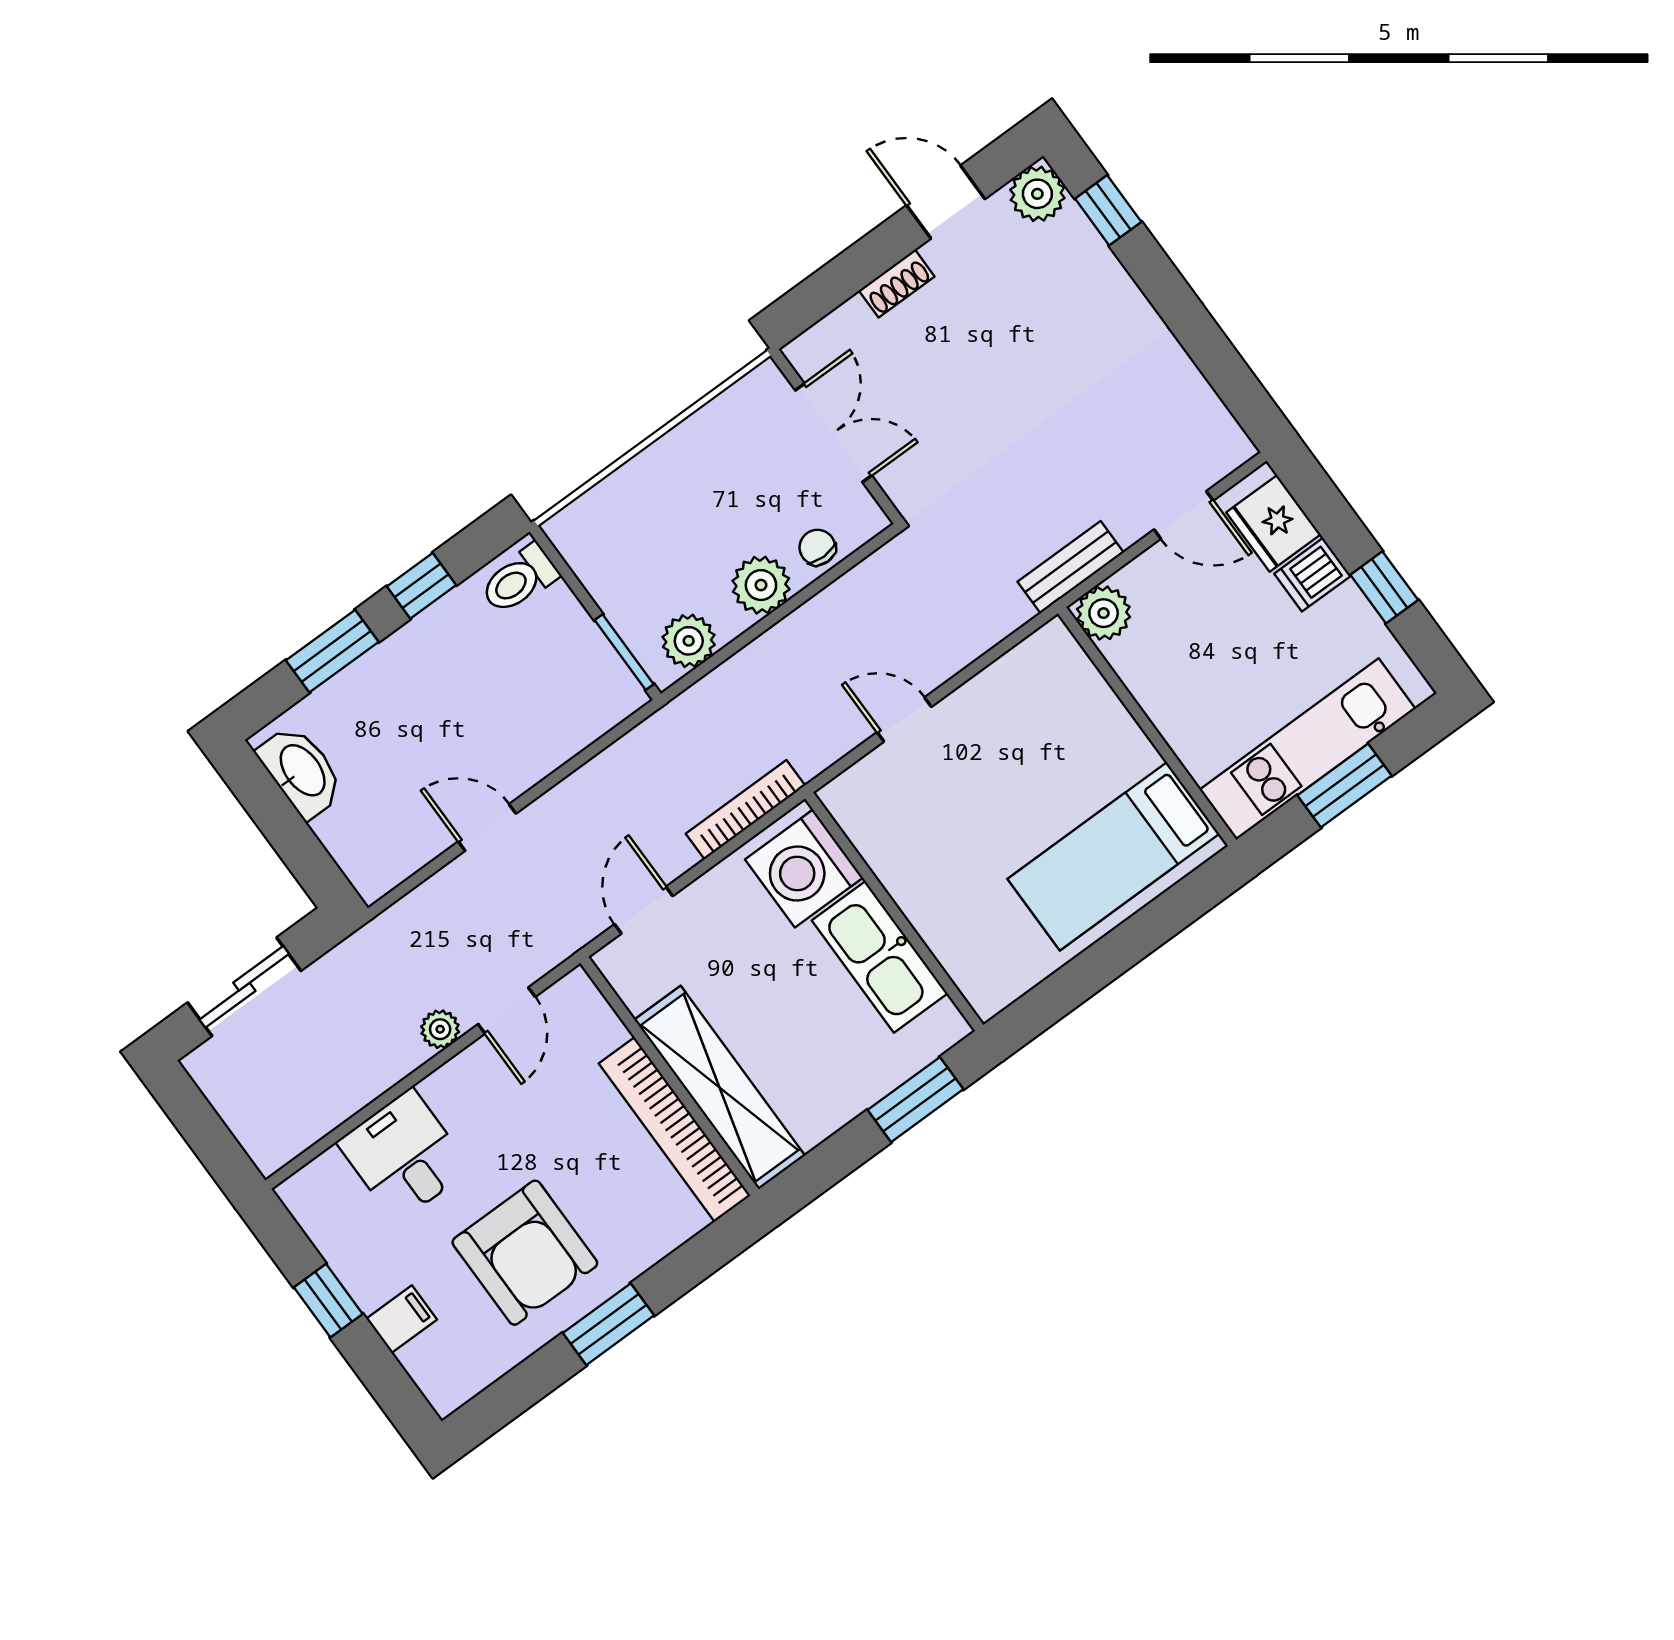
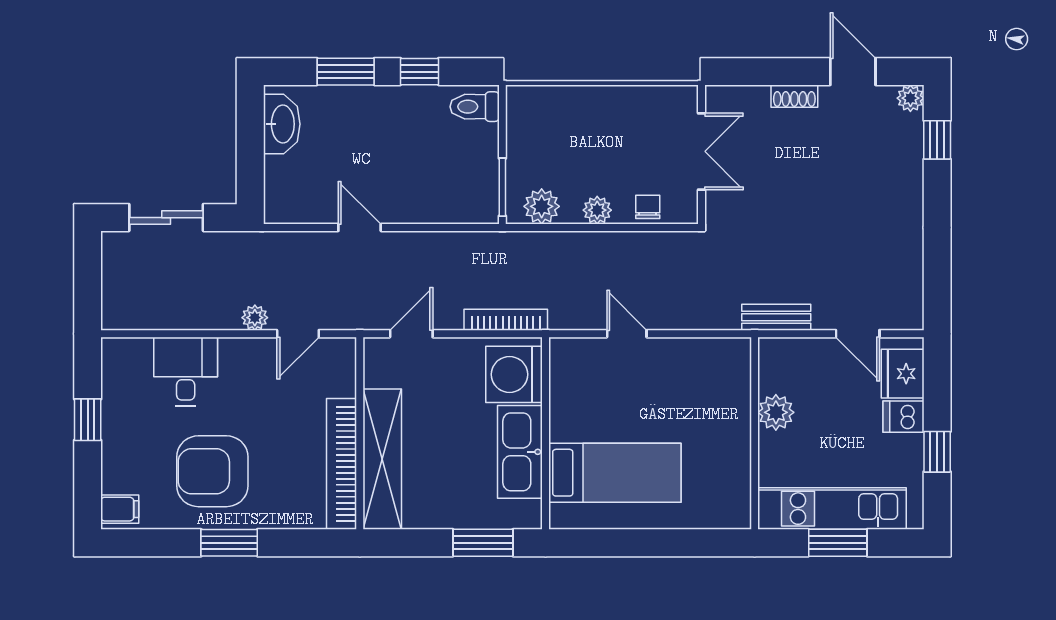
plant: (1037, 194) -> (910, 98), width x0.73, depth x0.73
plant: (761, 585) -> (597, 210), width x0.73, depth x0.73
plant: (1104, 613) -> (776, 412), moved
bed: (1113, 856) -> (615, 473), moved, turned 180
armchair: (525, 1253) -> (212, 471), turned 90
filing cabinet: (402, 1319) -> (120, 509), moved

